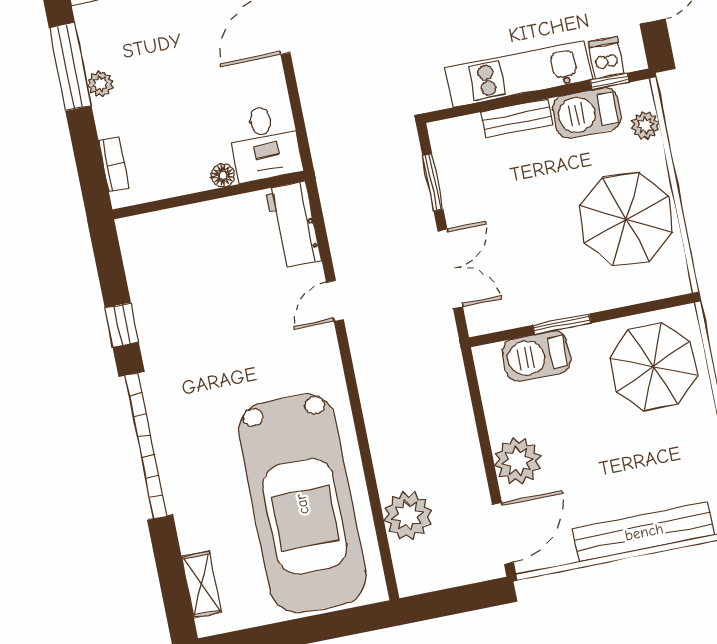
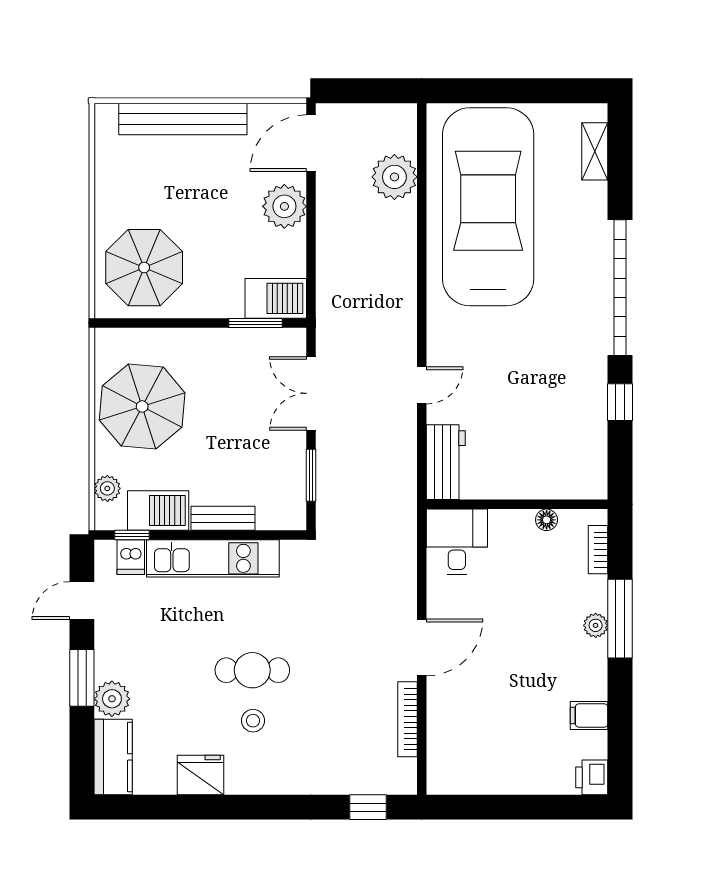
window: (70, 67) -> (620, 619), moved
floor lamp: (223, 175) -> (547, 520), moved
window: (562, 324) -> (256, 323), moved
barbecue: (537, 356) -> (276, 298), moved

